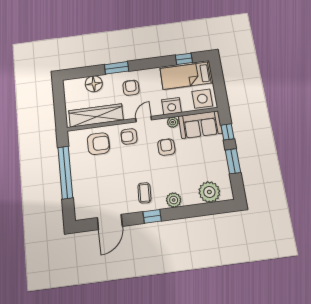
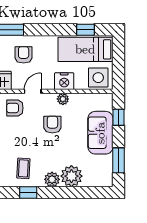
sofa: (200, 125) -> (100, 133), moved, turned 90
window: (233, 161) -> (118, 160), moved
plant: (209, 192) -> (71, 176), moved

